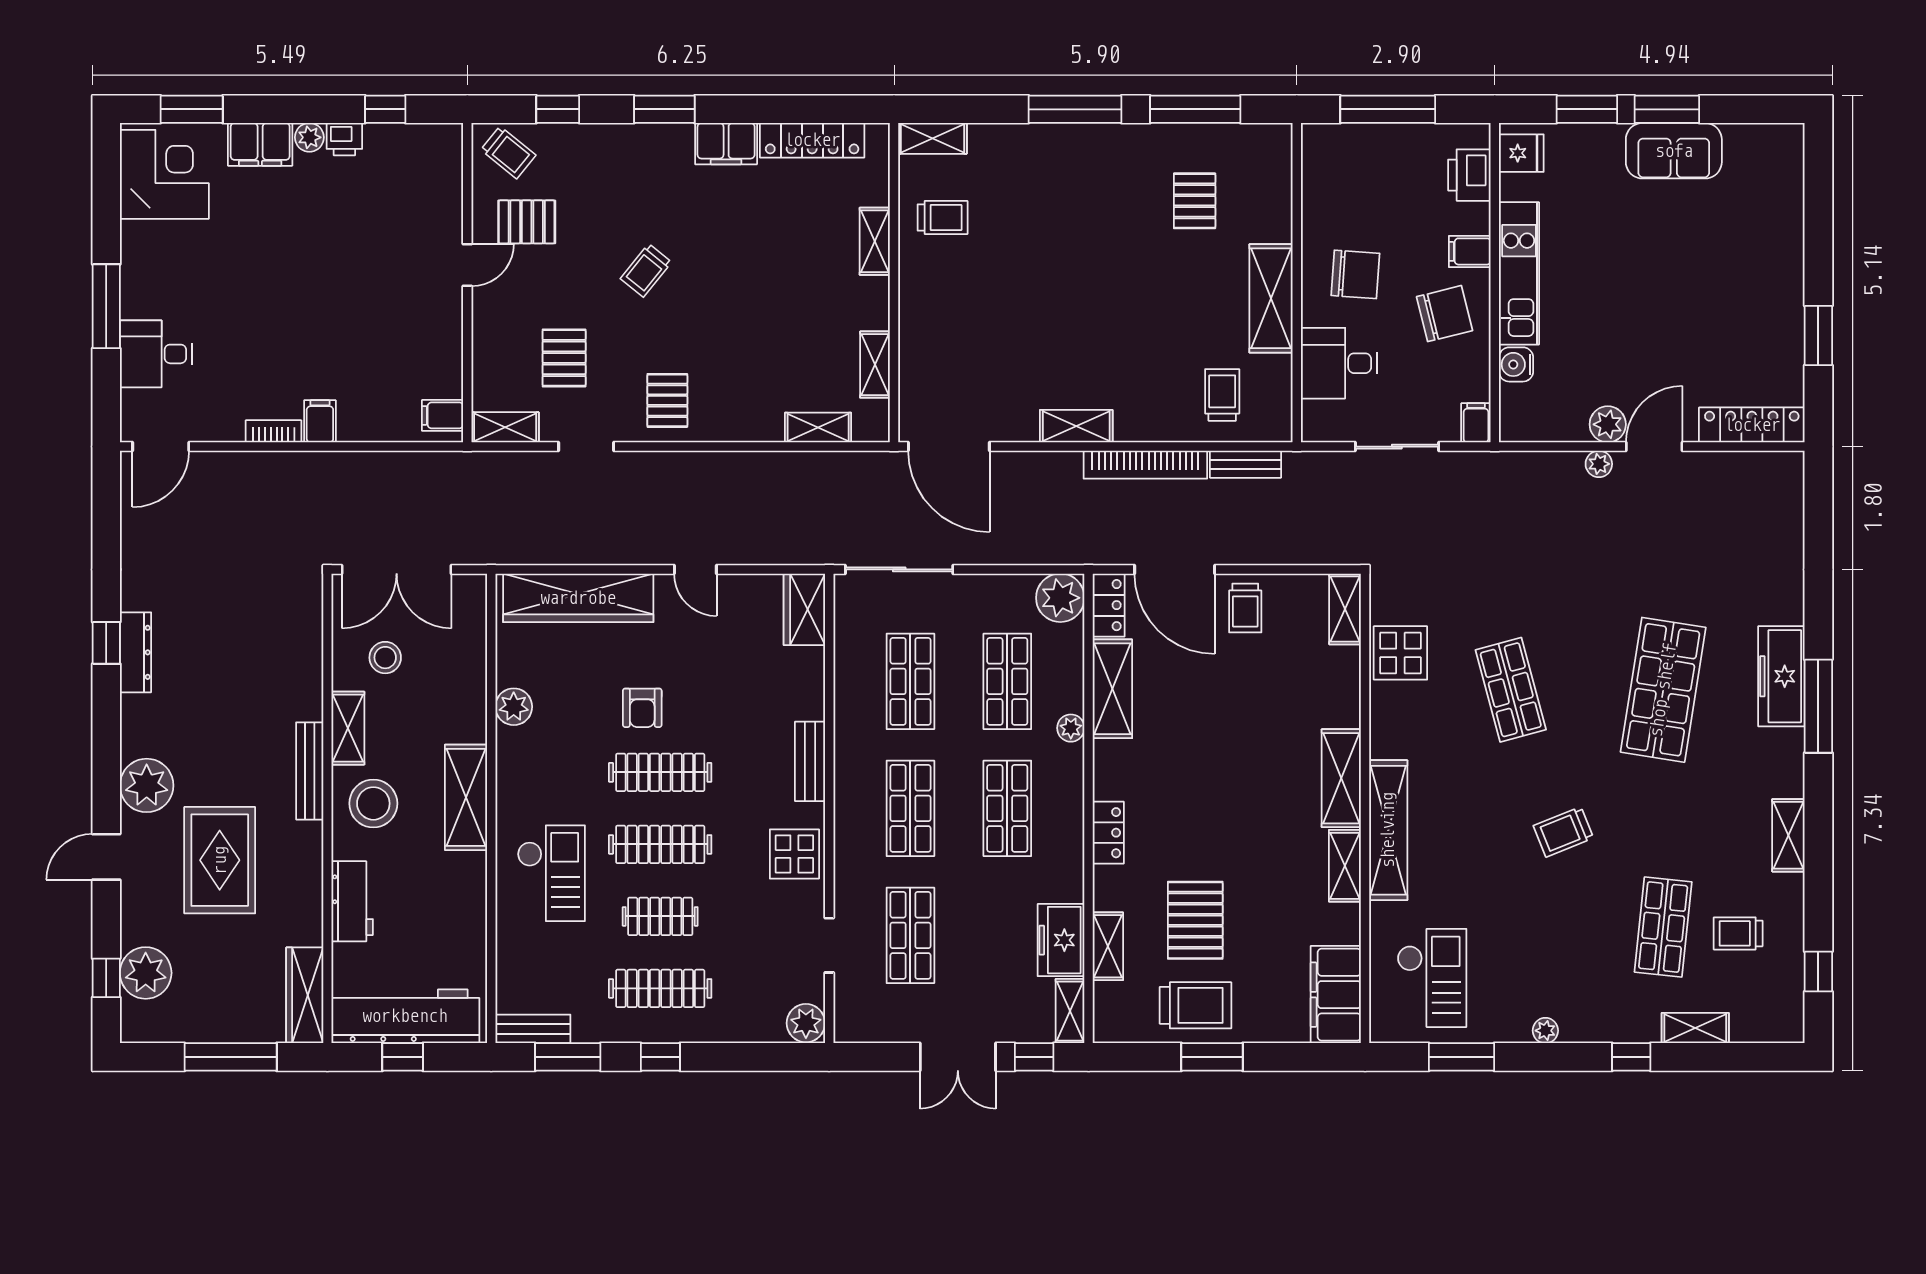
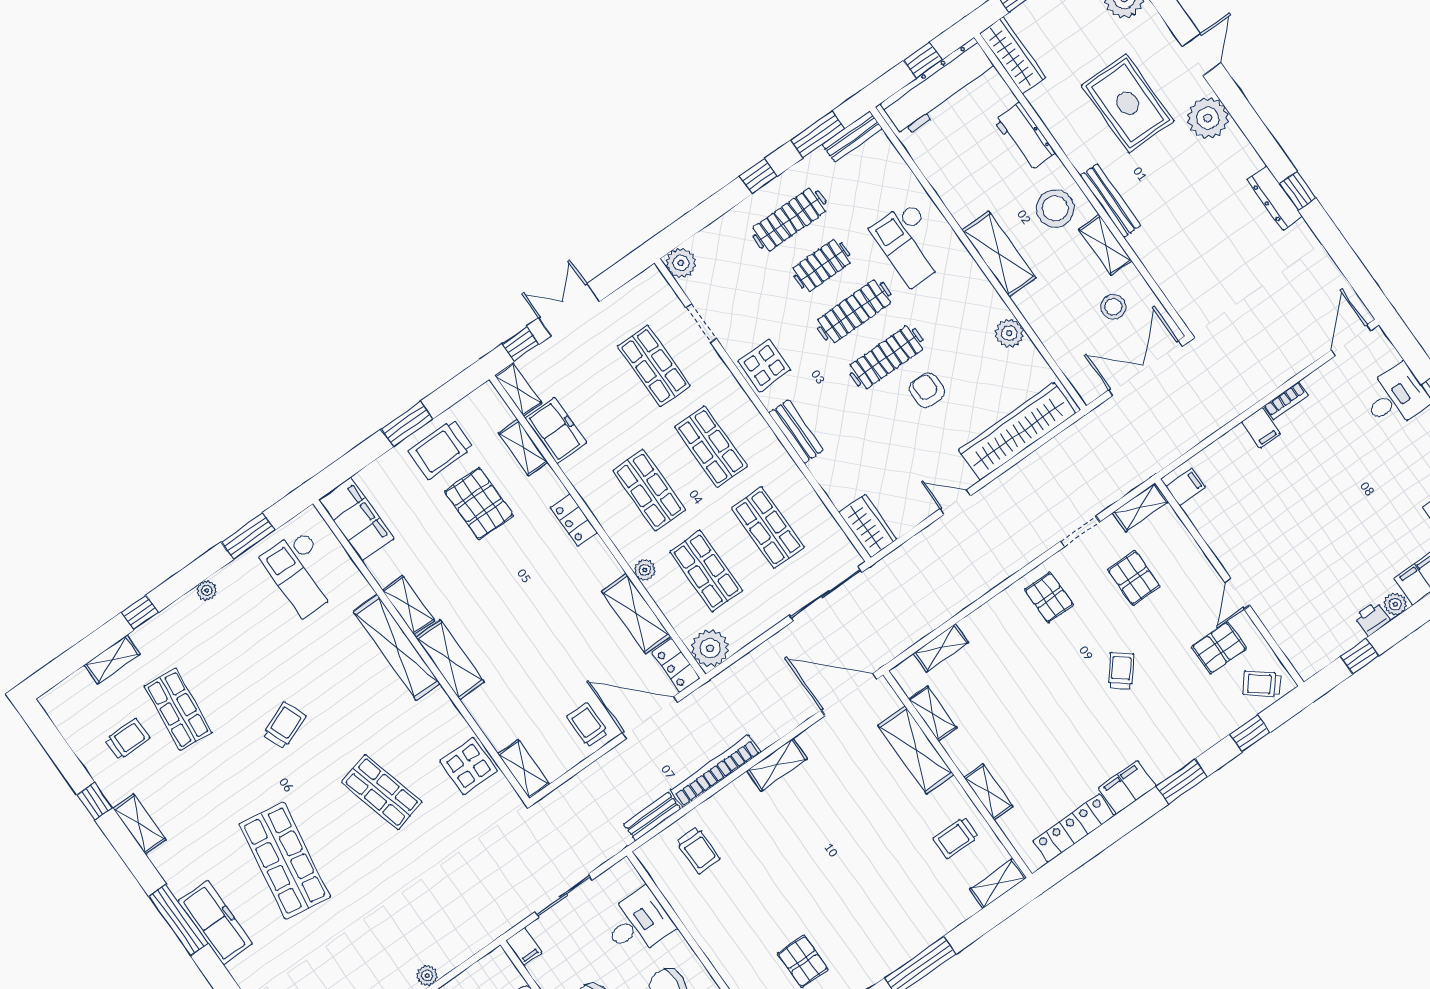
shelving: (1271, 298) -> (916, 750), moved
window: (1818, 971) -> (95, 801), moved

